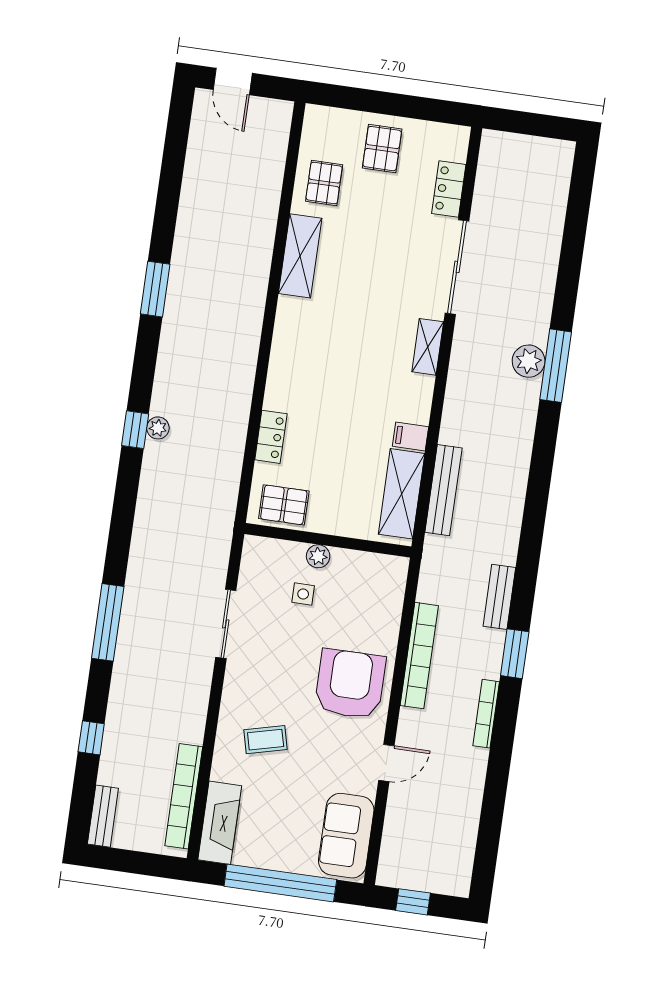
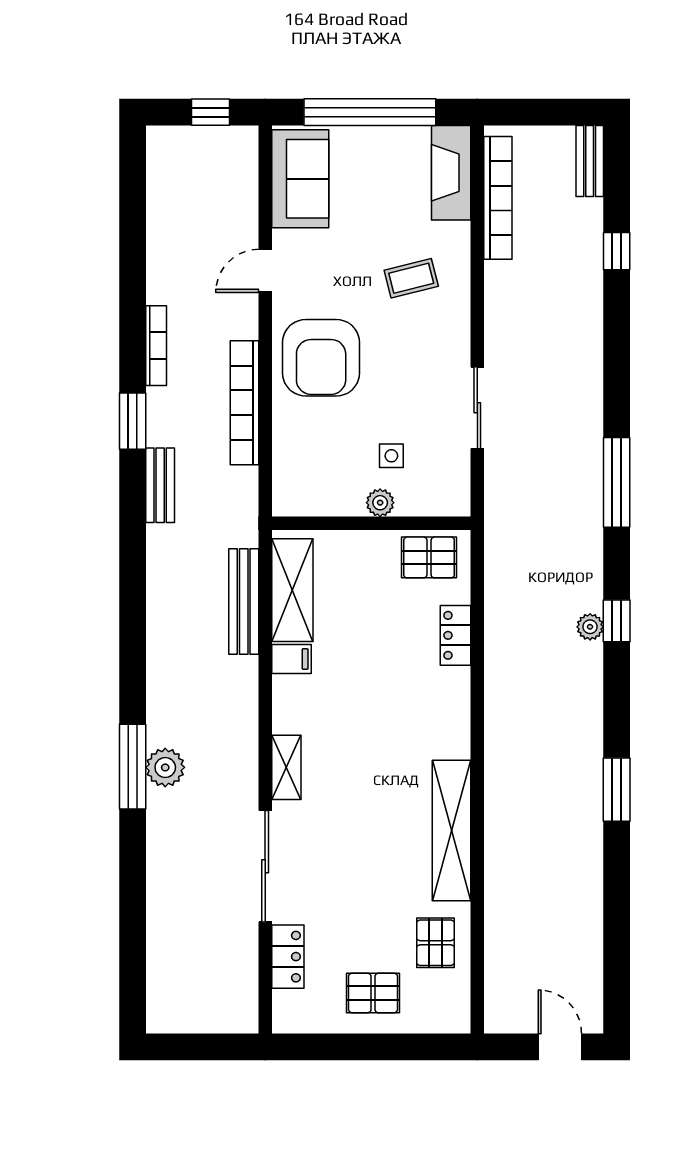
pallet: (382, 149) -> (373, 993), turned 90
shelving: (300, 256) -> (451, 831), width x1.47
window: (108, 622) -> (617, 482), moved

